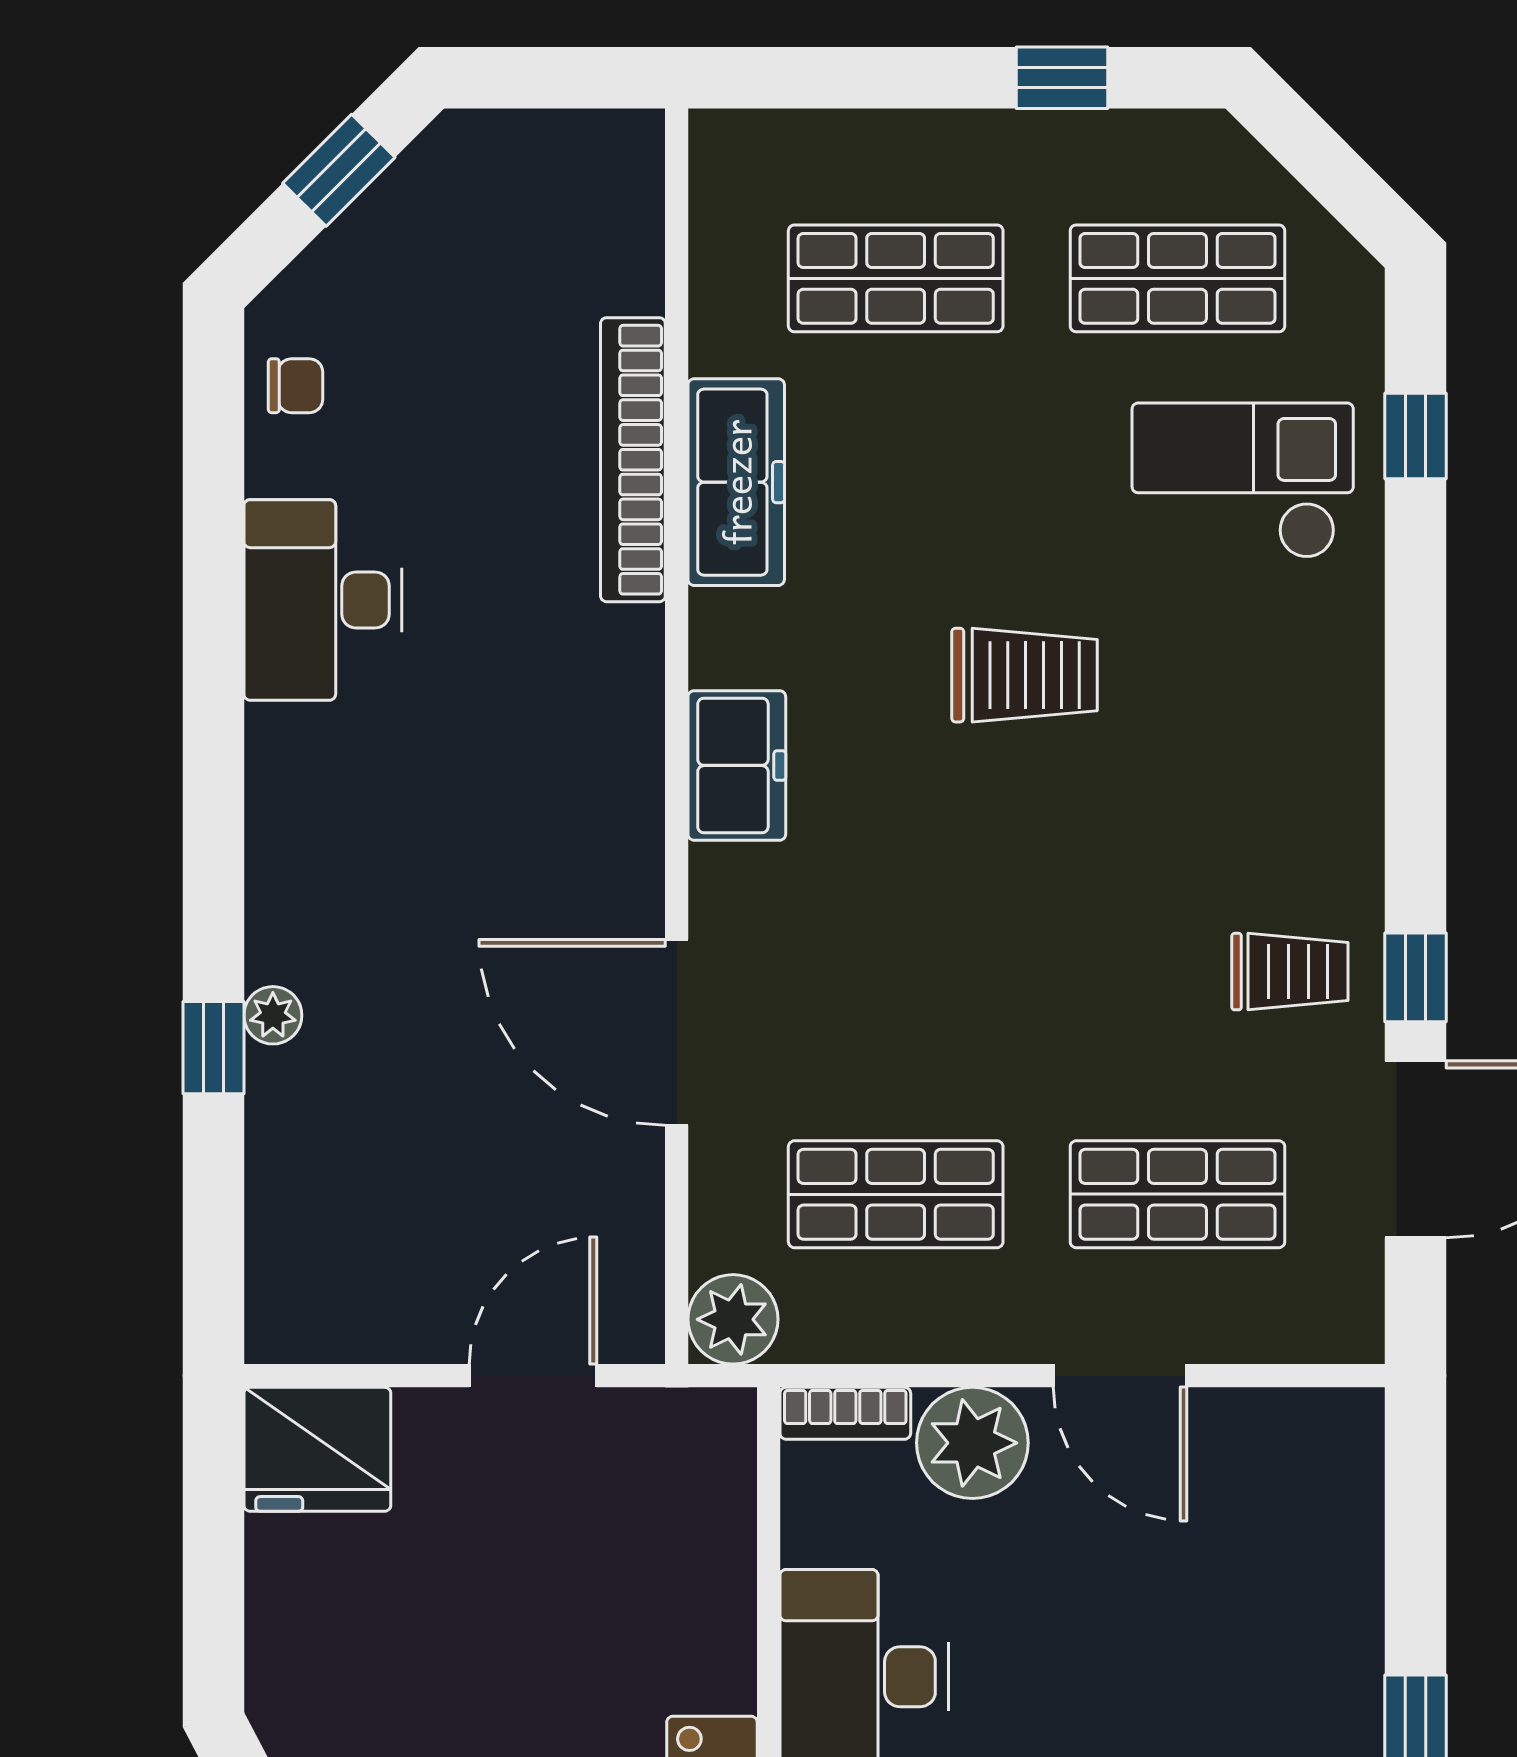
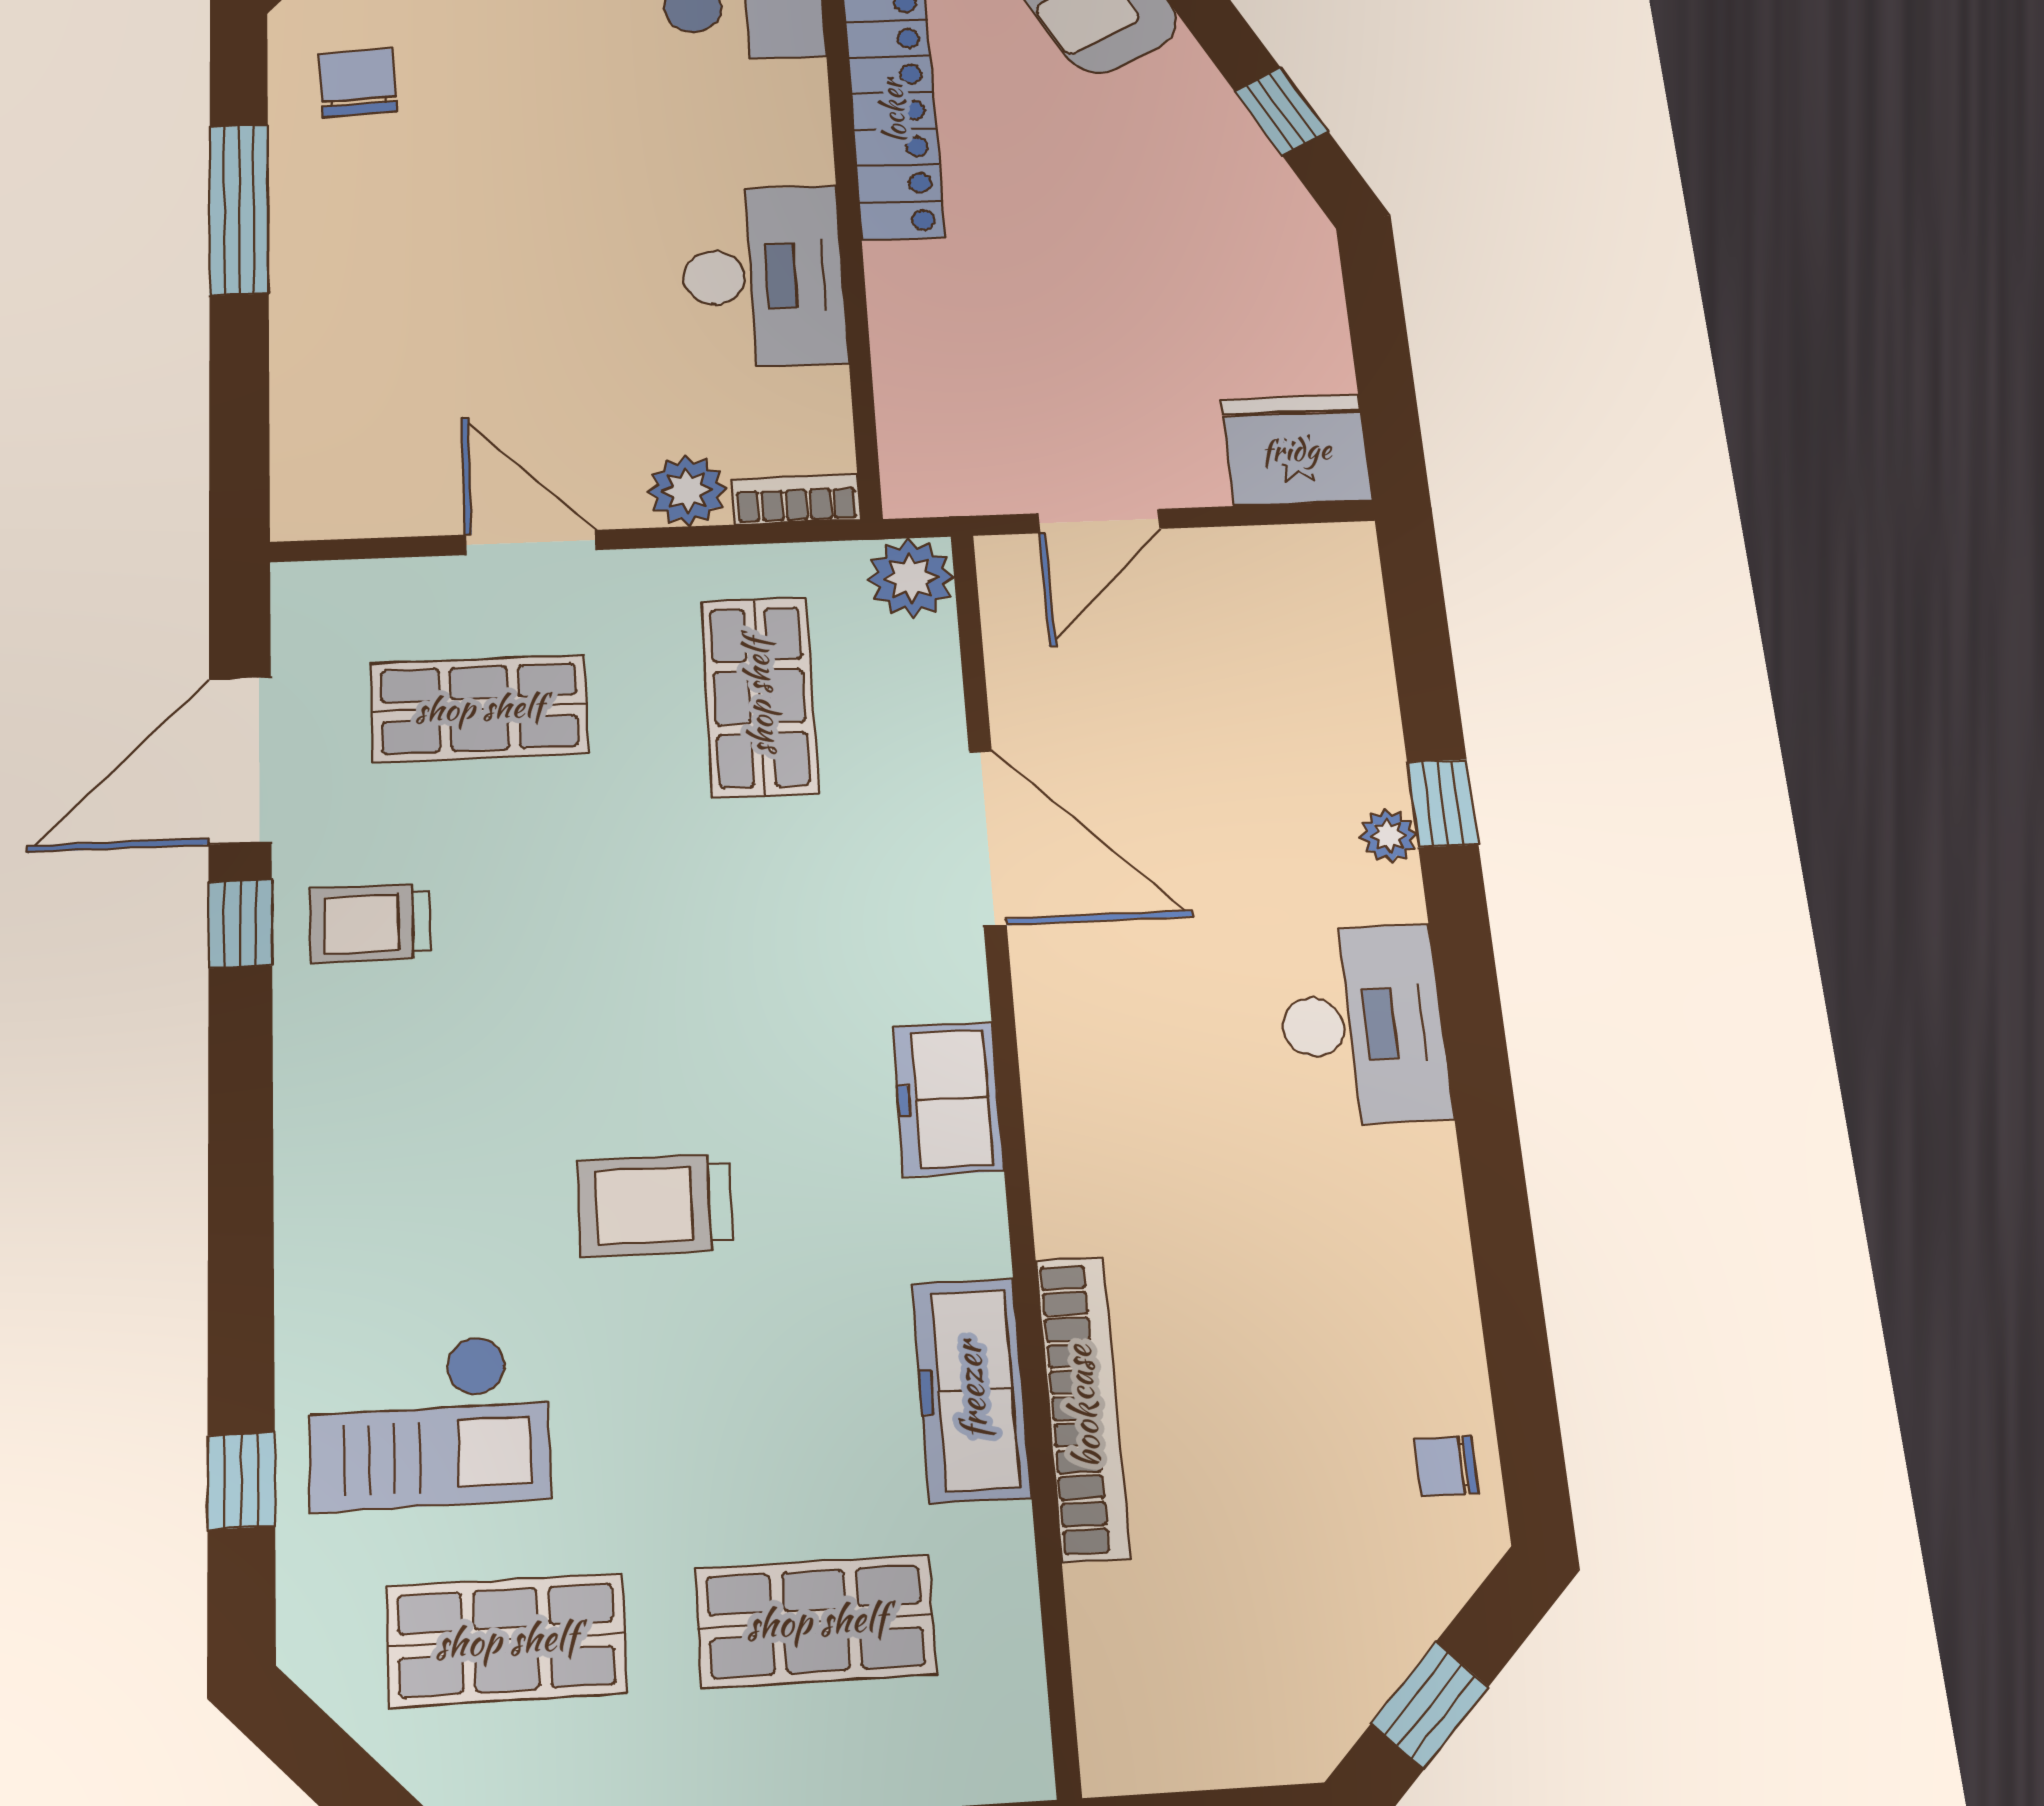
desk: (323, 600) -> (1363, 1025), moved
shop shelf: (896, 1194) -> (759, 697), turned 90
plant: (972, 1443) -> (687, 491), width x0.73, depth x0.73

